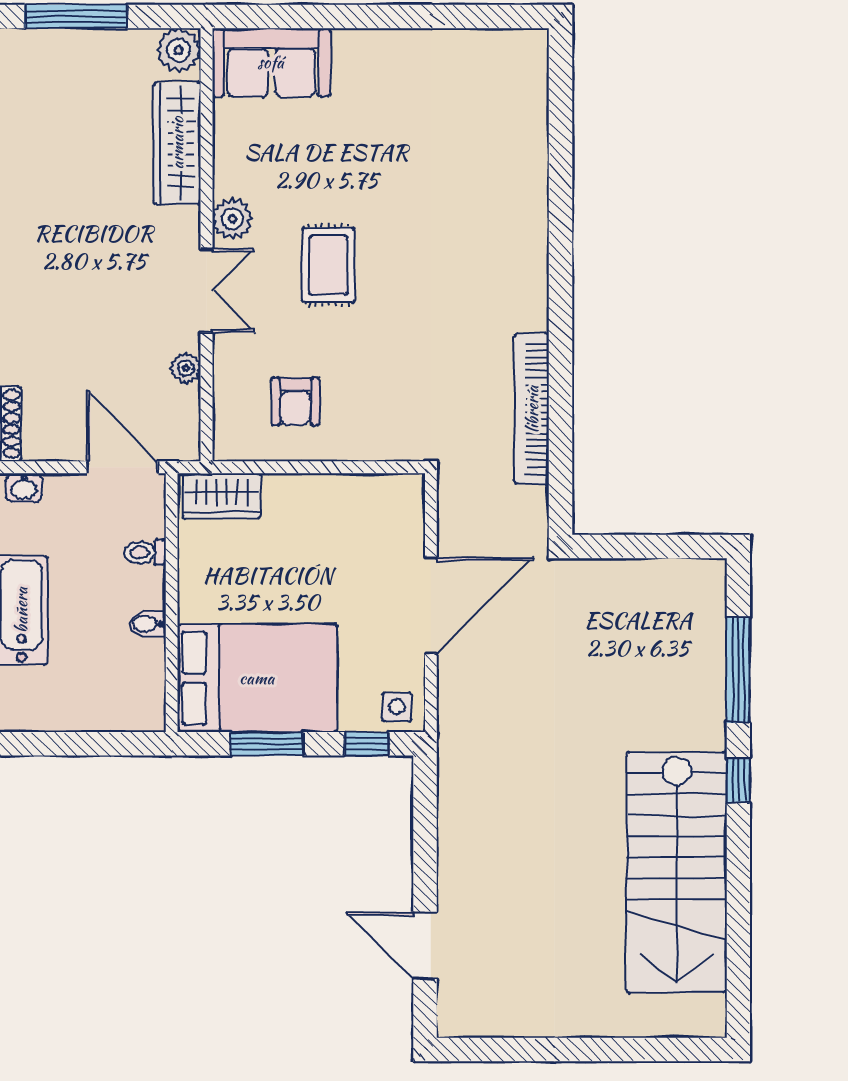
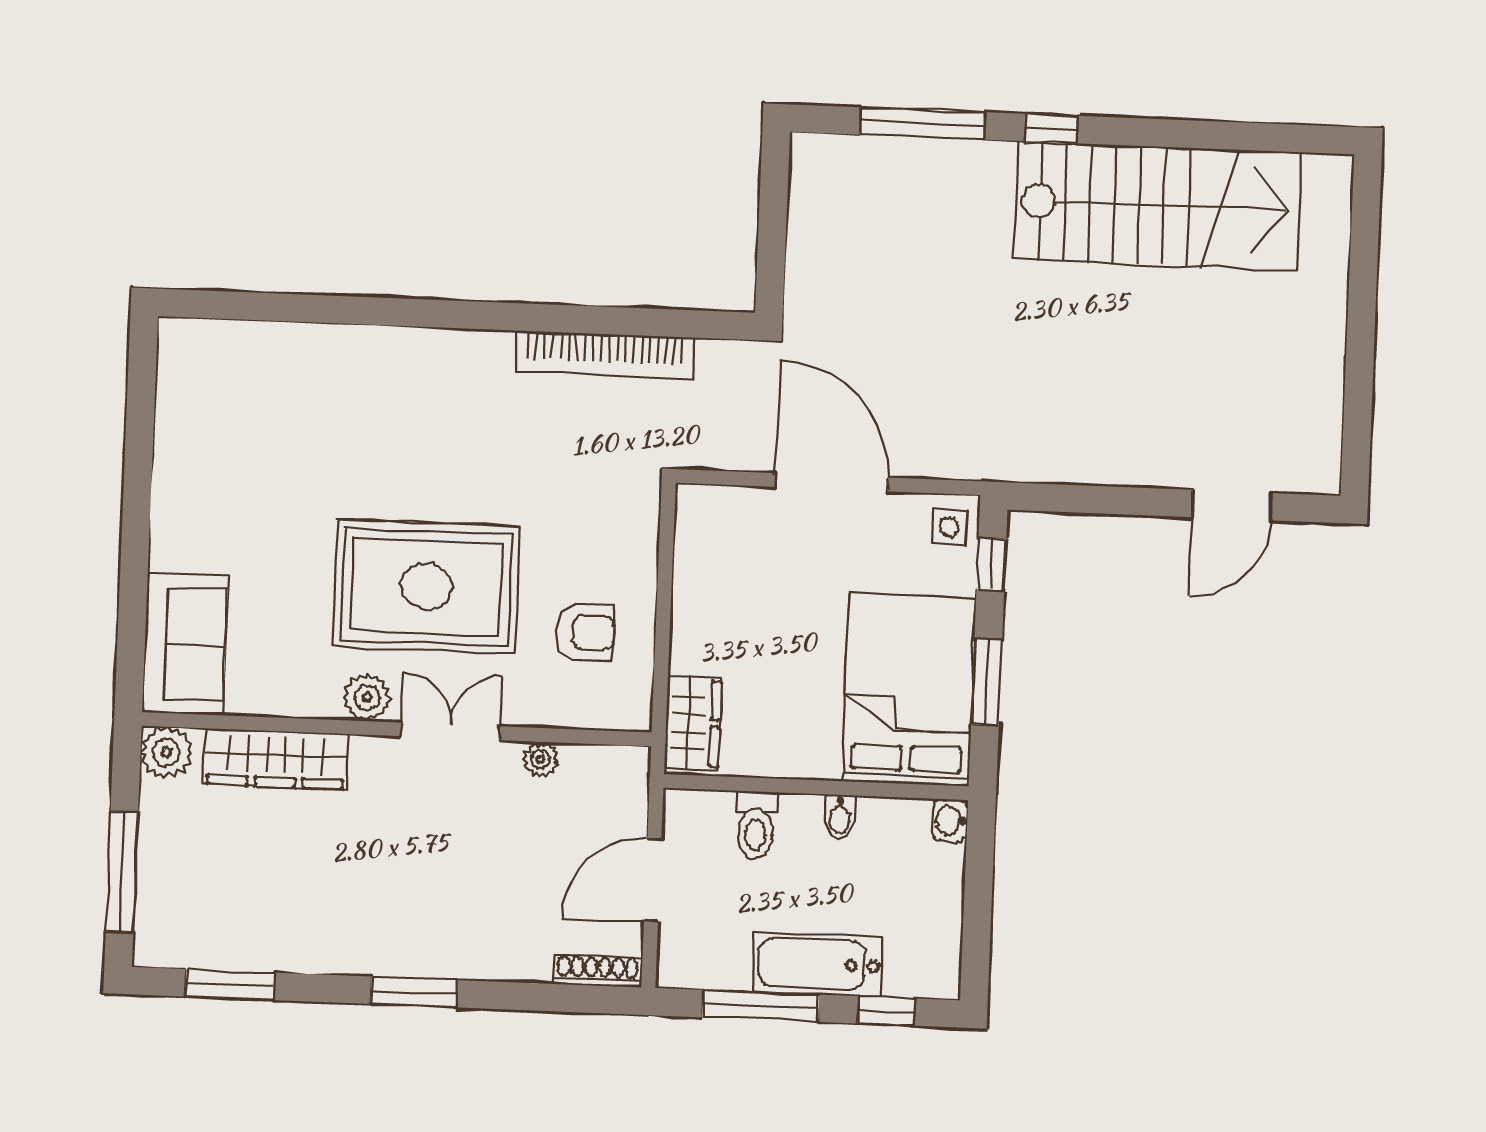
rug: (328, 265) -> (426, 587), width x1.86, depth x2.06
door: (122, 467) -> (653, 880), moved
washbasin: (24, 488) -> (950, 821), moved, turned 180
toilet: (145, 553) -> (755, 825), width x1.37, depth x1.39

